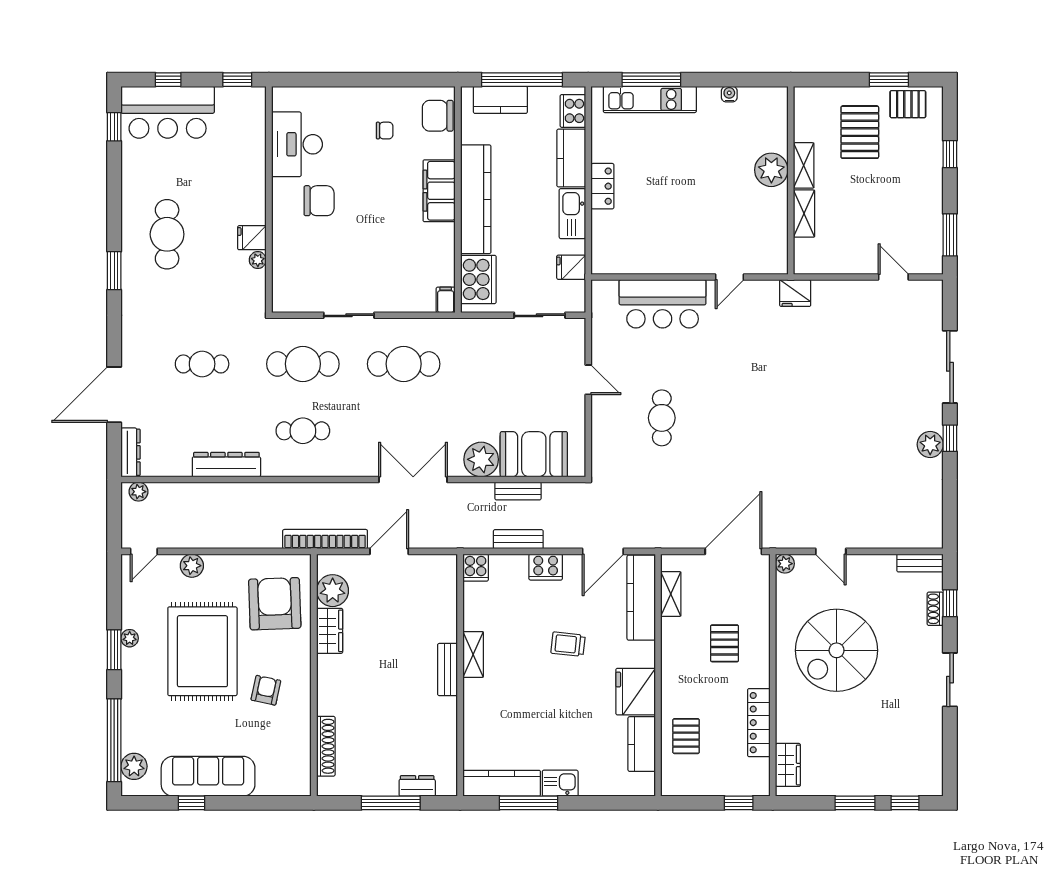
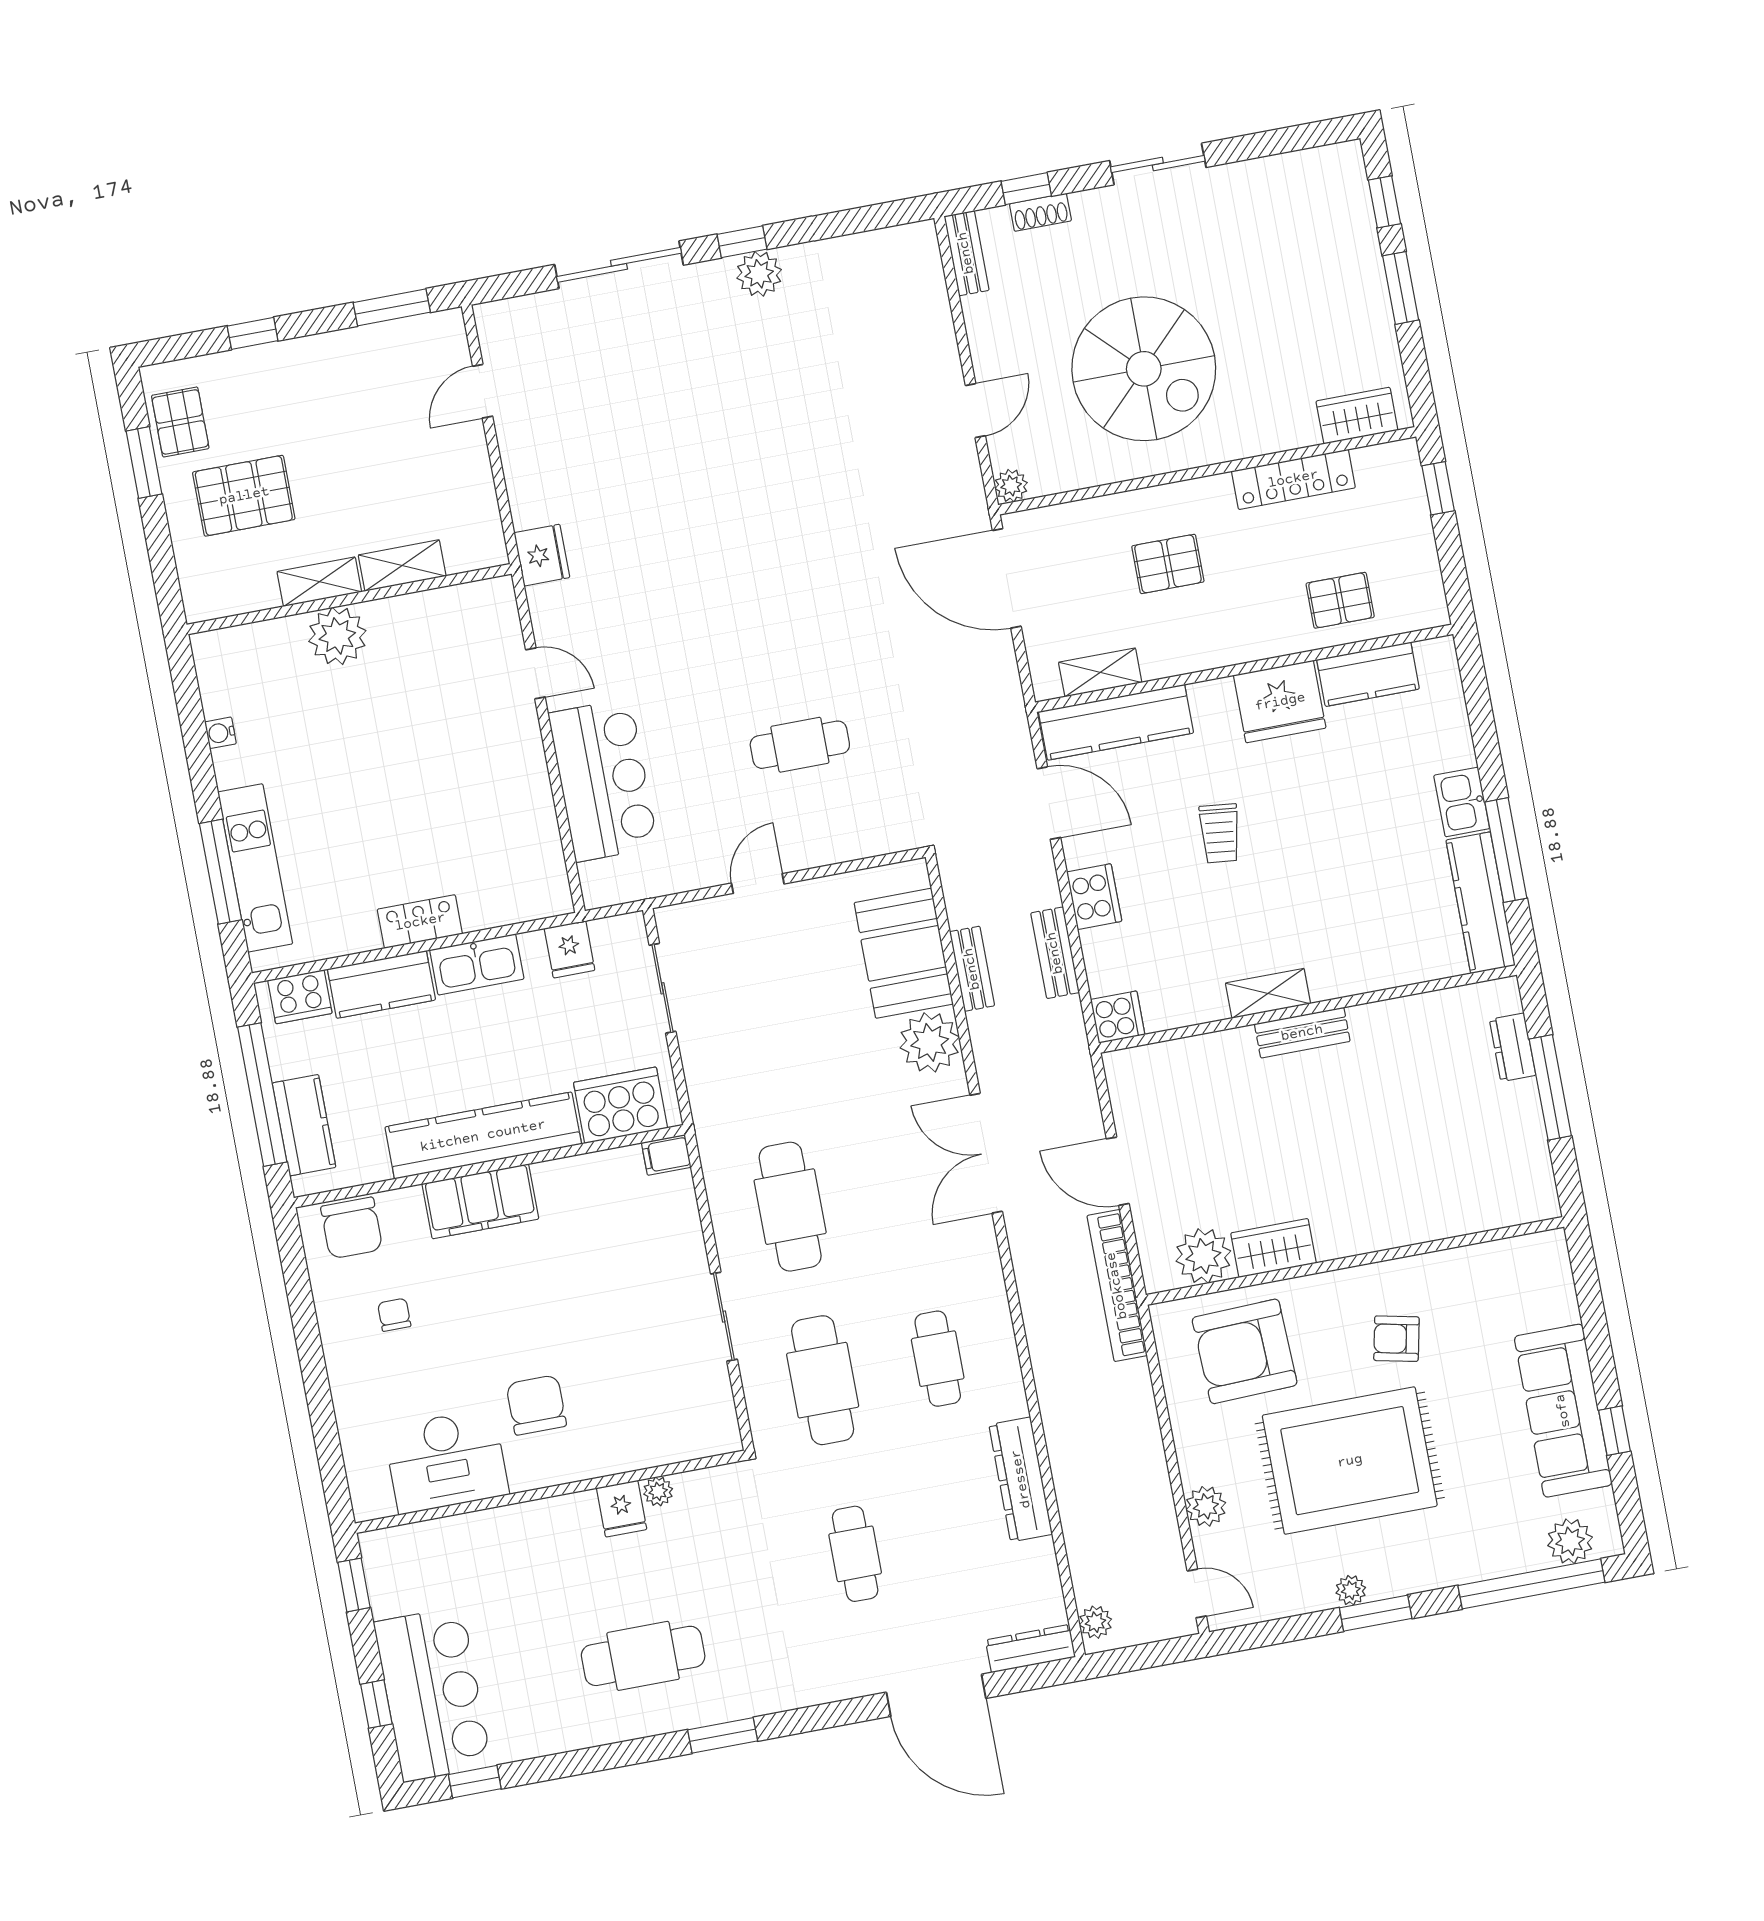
shoe rack: (326, 746) -> (1474, 1217), removed

